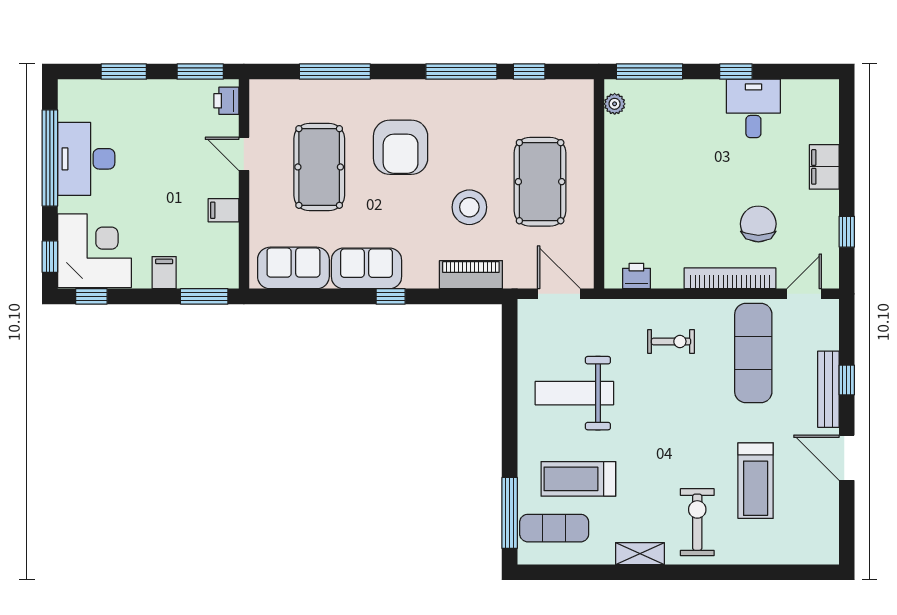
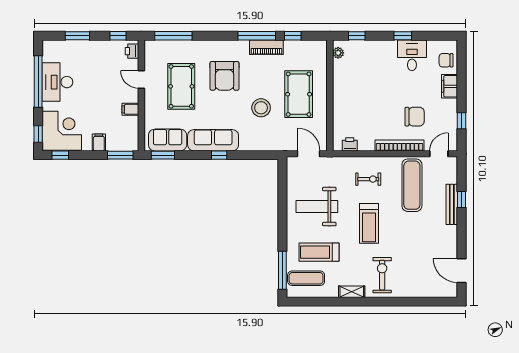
window: (200, 72) -> (118, 36), width x0.67
window: (335, 72) -> (173, 36), moved
window: (650, 72) -> (357, 36), width x0.46
chair: (818, 118) -> (446, 60), added
chair: (758, 224) -> (415, 117), turned 90
sofa: (366, 268) -> (213, 140), width x1.36
piano: (471, 275) -> (266, 47), moved, turned 180
window: (285, 296) -> (163, 155), added
door: (847, 458) -> (462, 271), moved
treadmill: (756, 481) -> (369, 223), moved

